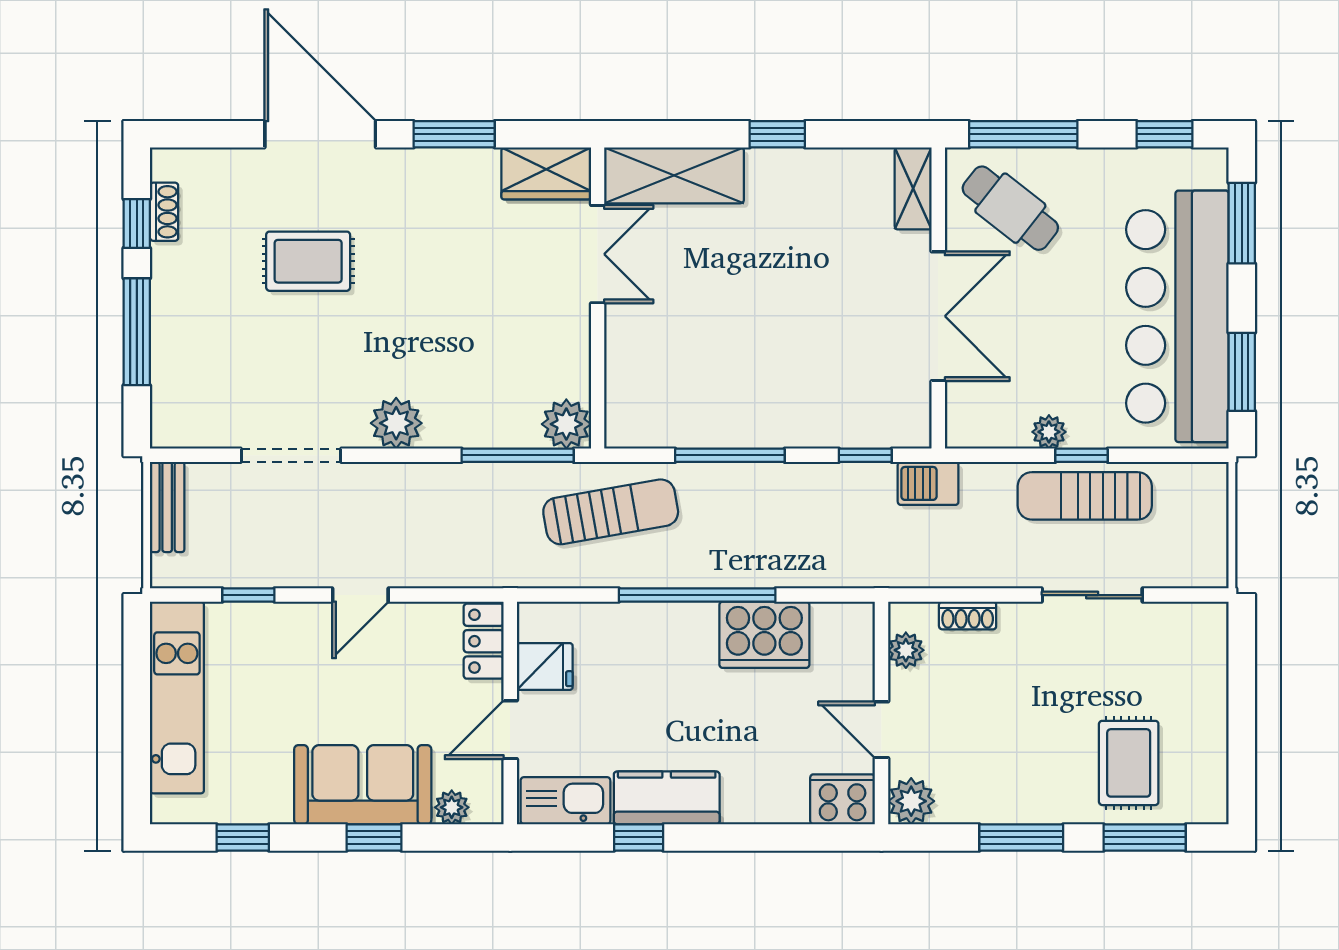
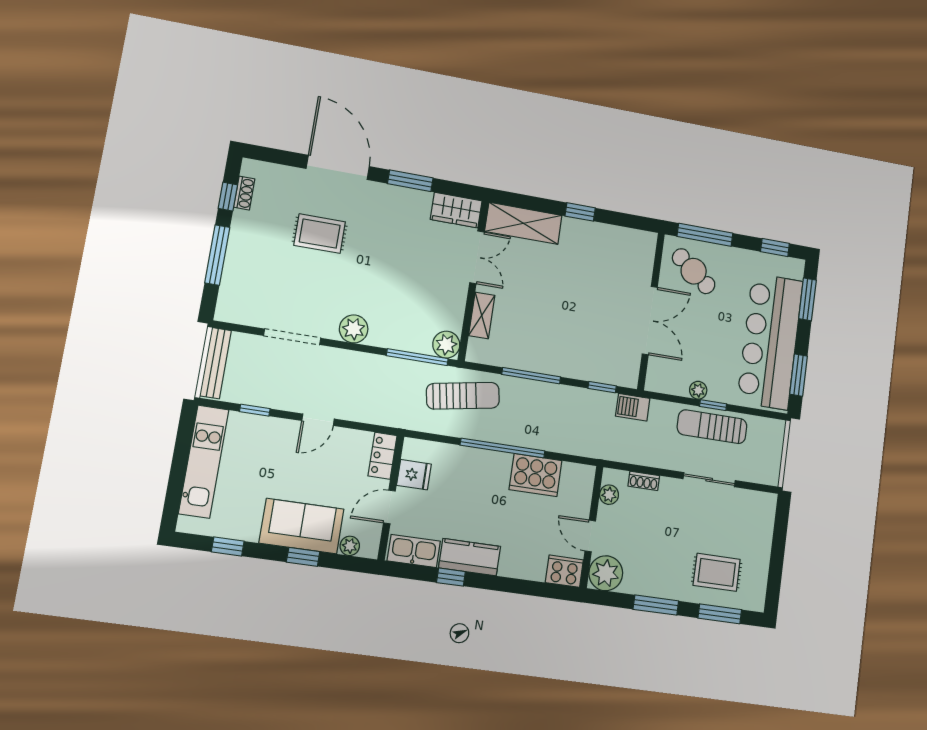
shelving: (913, 188) -> (482, 315), moved
bench: (167, 507) -> (216, 363), width x1.36
rug: (1129, 763) -> (717, 572), turned 90
plant: (911, 801) -> (606, 573), width x1.36, depth x1.36

